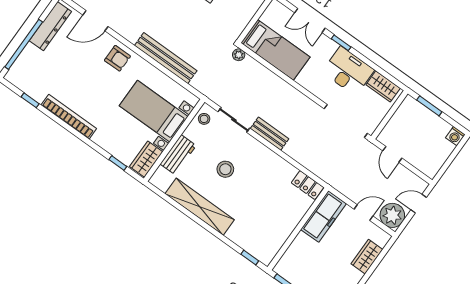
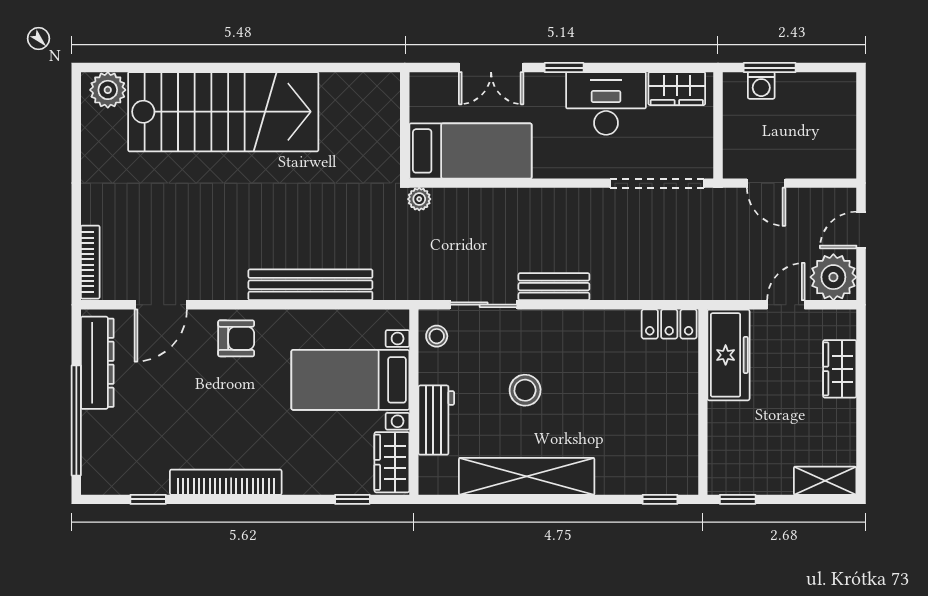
washing machine: (455, 136) -> (761, 85), moved

